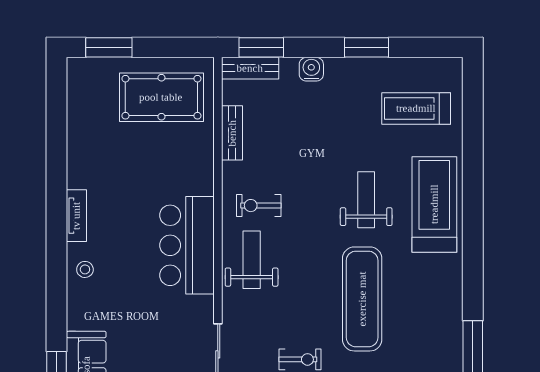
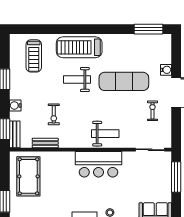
exercise bike: (259, 206) -> (54, 114), moved
weight bench: (252, 260) -> (105, 134), turned 180

